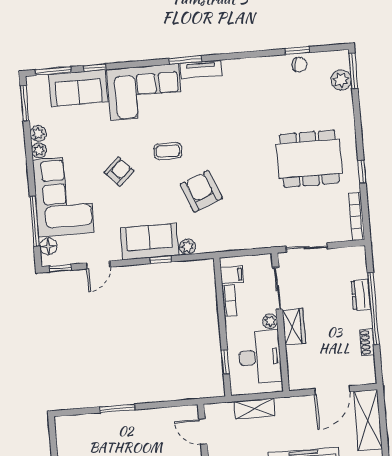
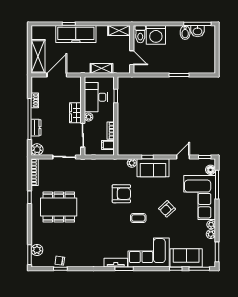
armchair: (201, 191) -> (121, 194), turned -68
plant: (356, 256) -> (37, 149), added

